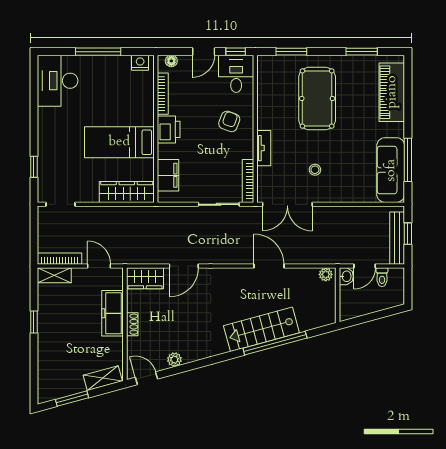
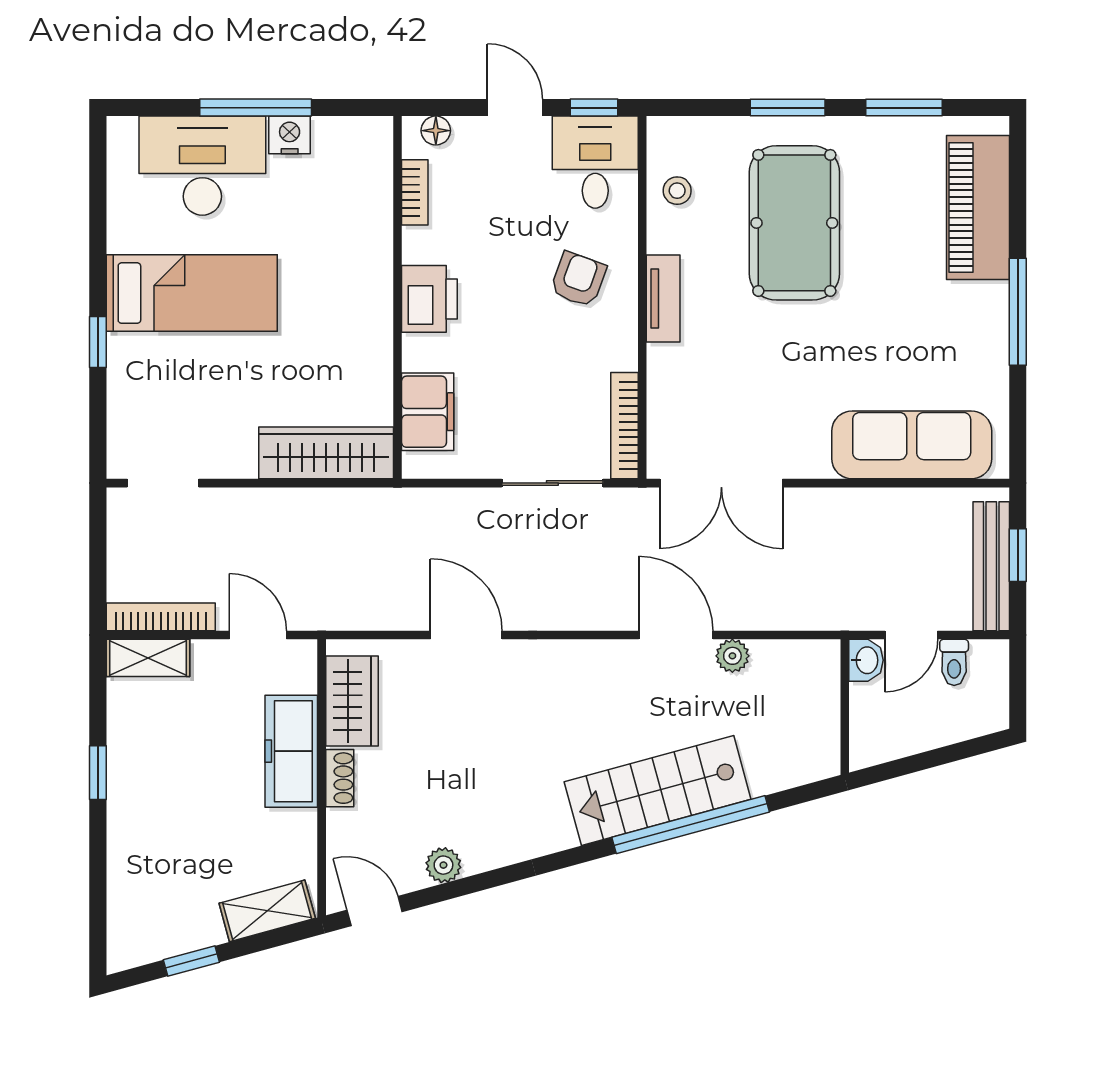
door: (204, 52) -> (515, 108), swing flipped
window: (291, 52) -> (788, 108), moved
nightstand: (140, 63) -> (290, 135), moved
desk: (58, 81) -> (202, 166), moved, turned 90
bookcase: (163, 94) -> (415, 192), width x0.64
bed: (119, 142) -> (192, 293), moved, turned 180
tv unit: (264, 148) -> (663, 298), moved
window: (408, 160) -> (1018, 312), moved
window: (34, 167) -> (98, 342), moved
stool: (315, 170) -> (677, 191), moved
sofa: (391, 170) -> (912, 445), moved, turned 90
door: (184, 266) -> (466, 635), swing flipped
plant: (326, 274) -> (732, 656), moved
wardrobe: (145, 278) -> (352, 701), moved, turned -90
window: (72, 399) -> (191, 961), width x0.67

